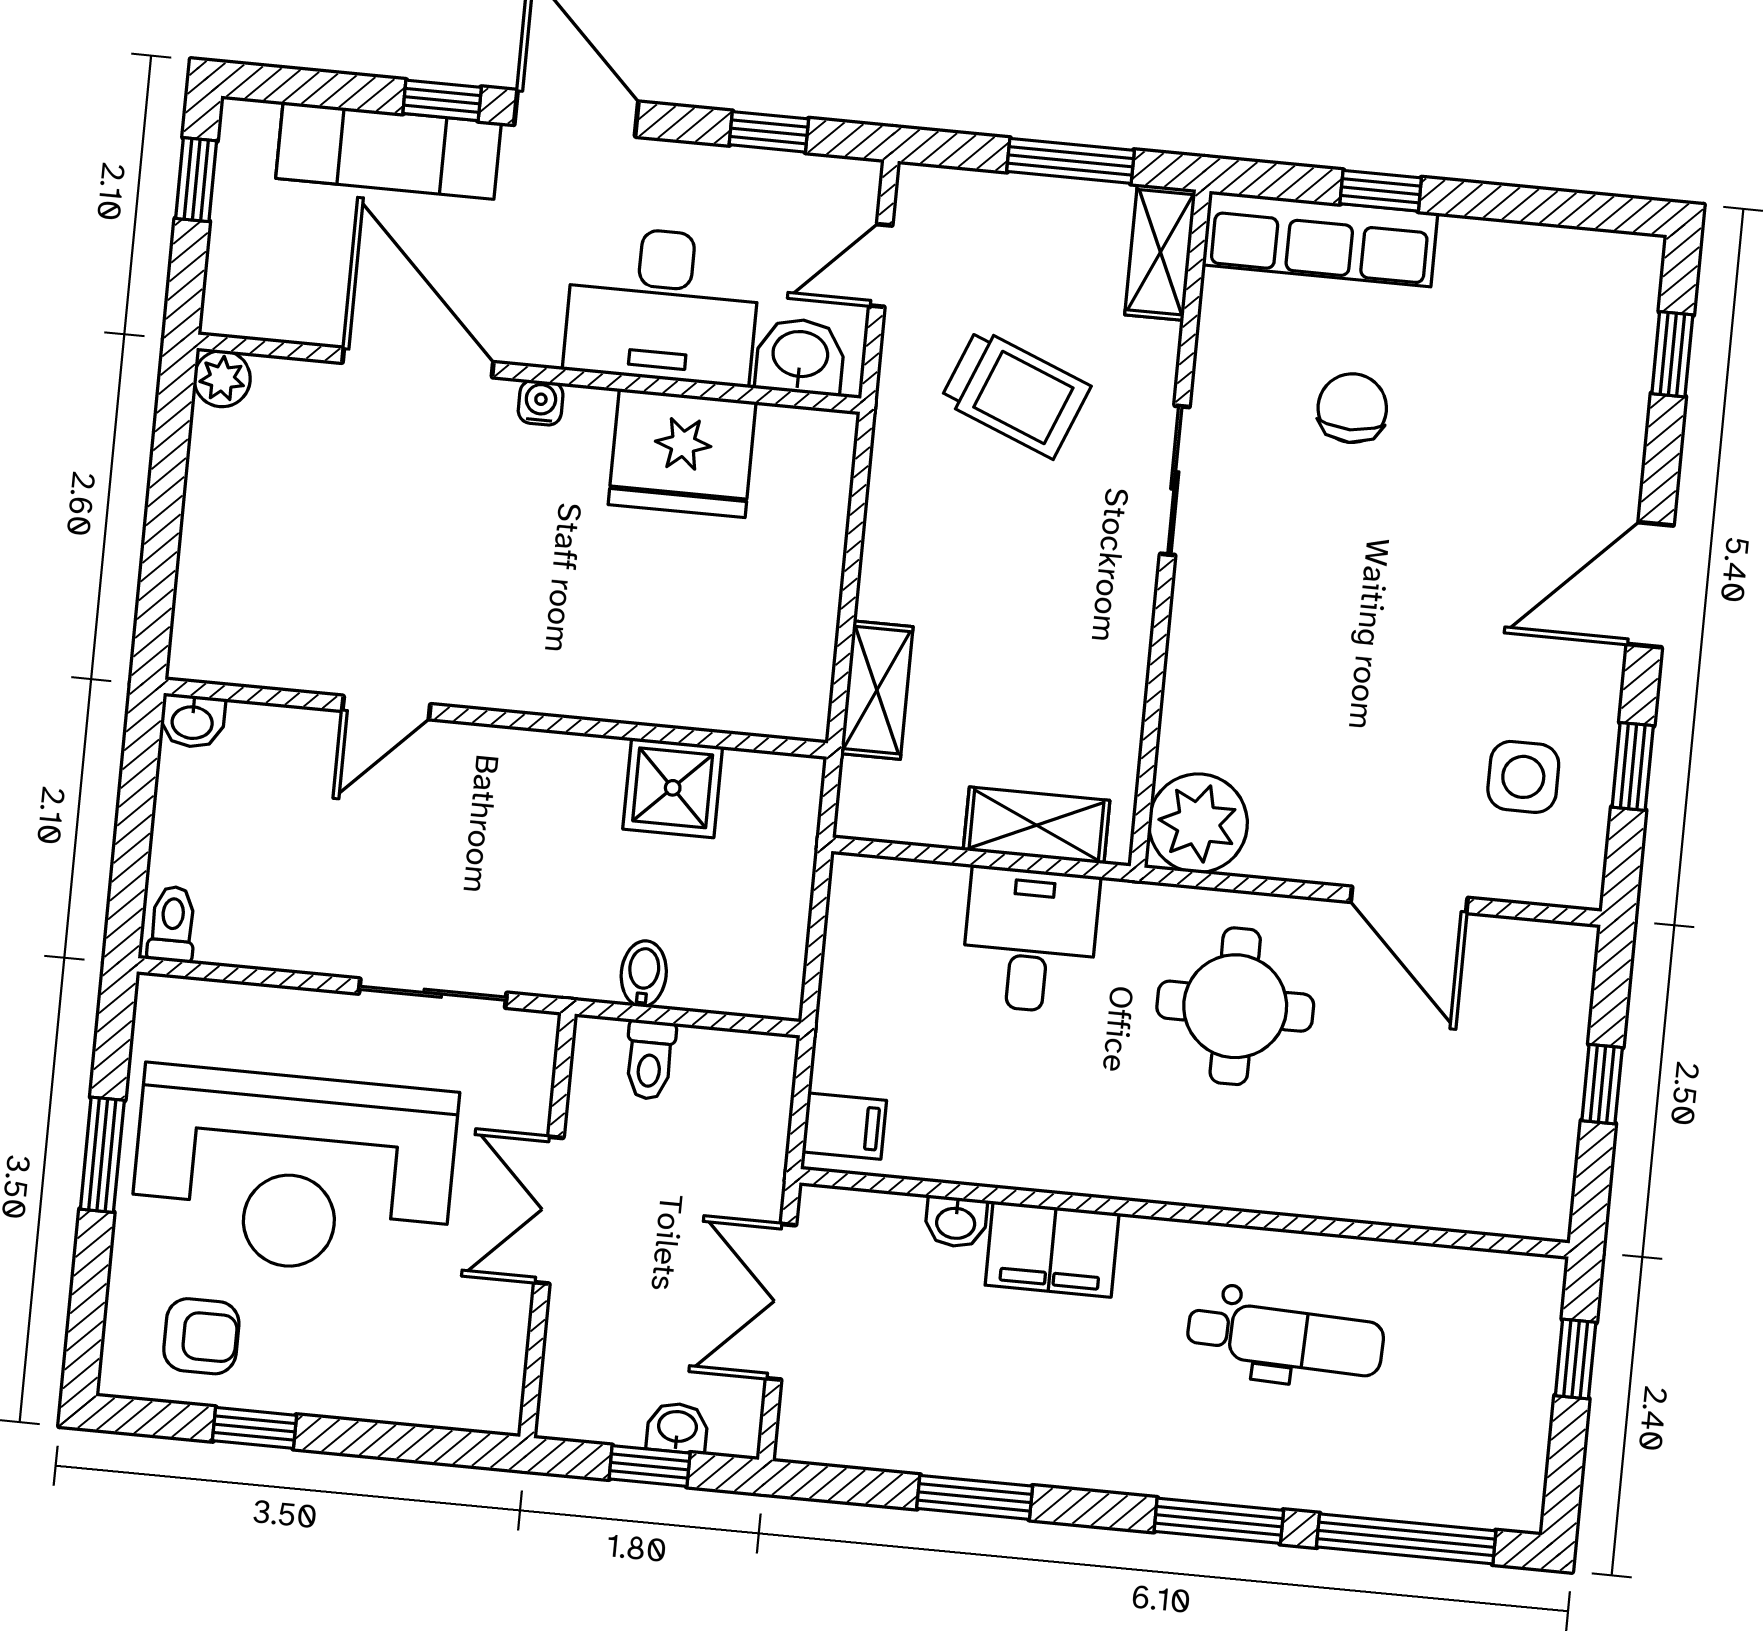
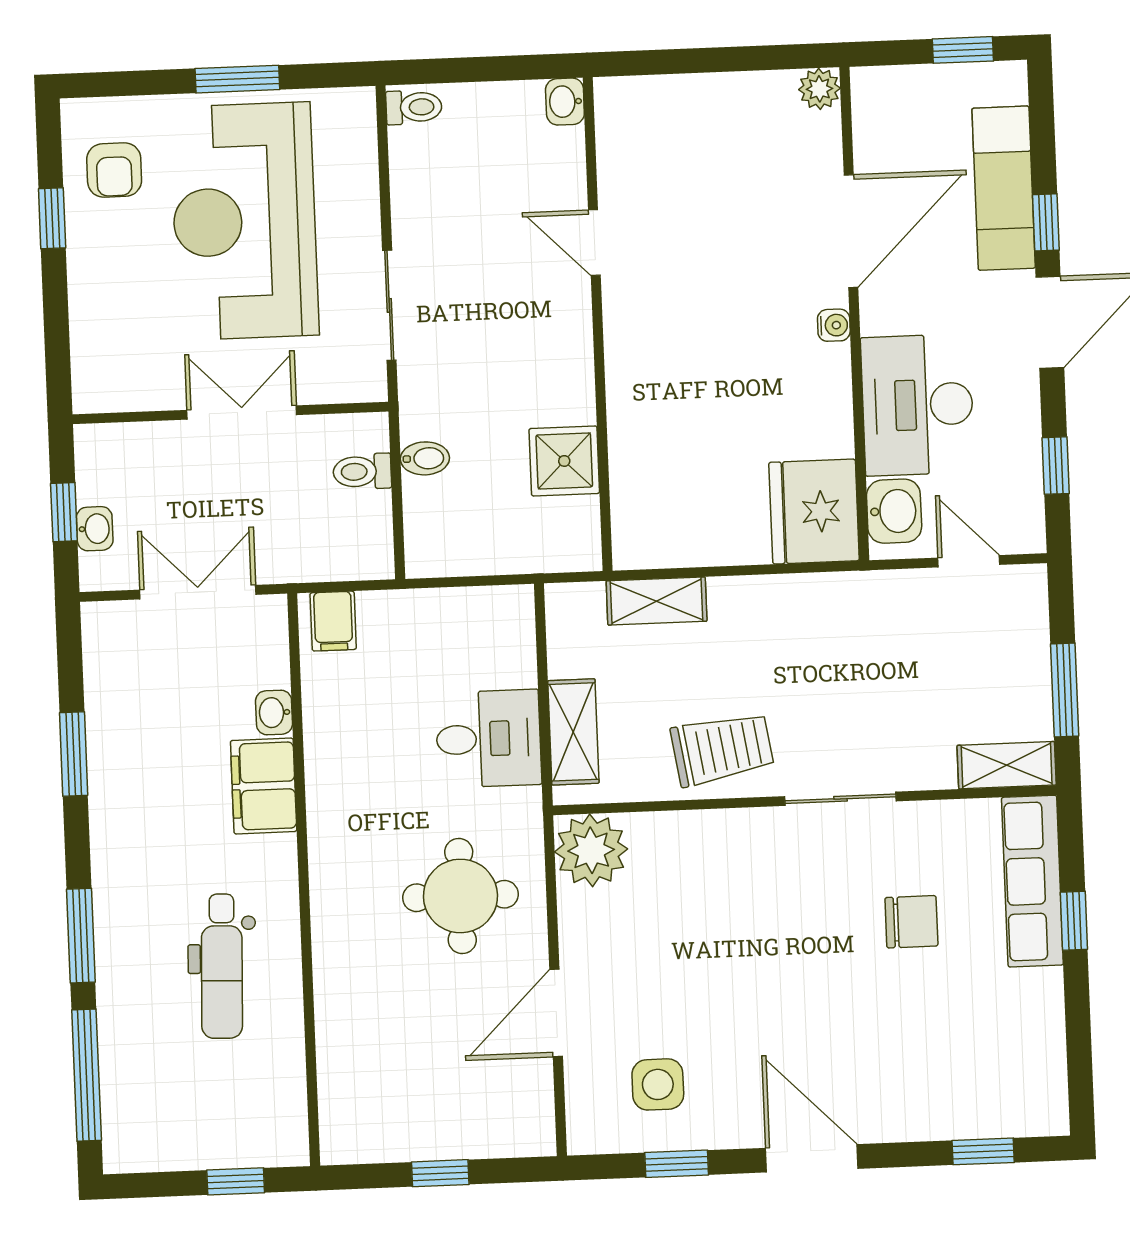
trolley: (1015, 393) -> (722, 749), moved, turned -121
fridge: (682, 453) -> (814, 512), moved

